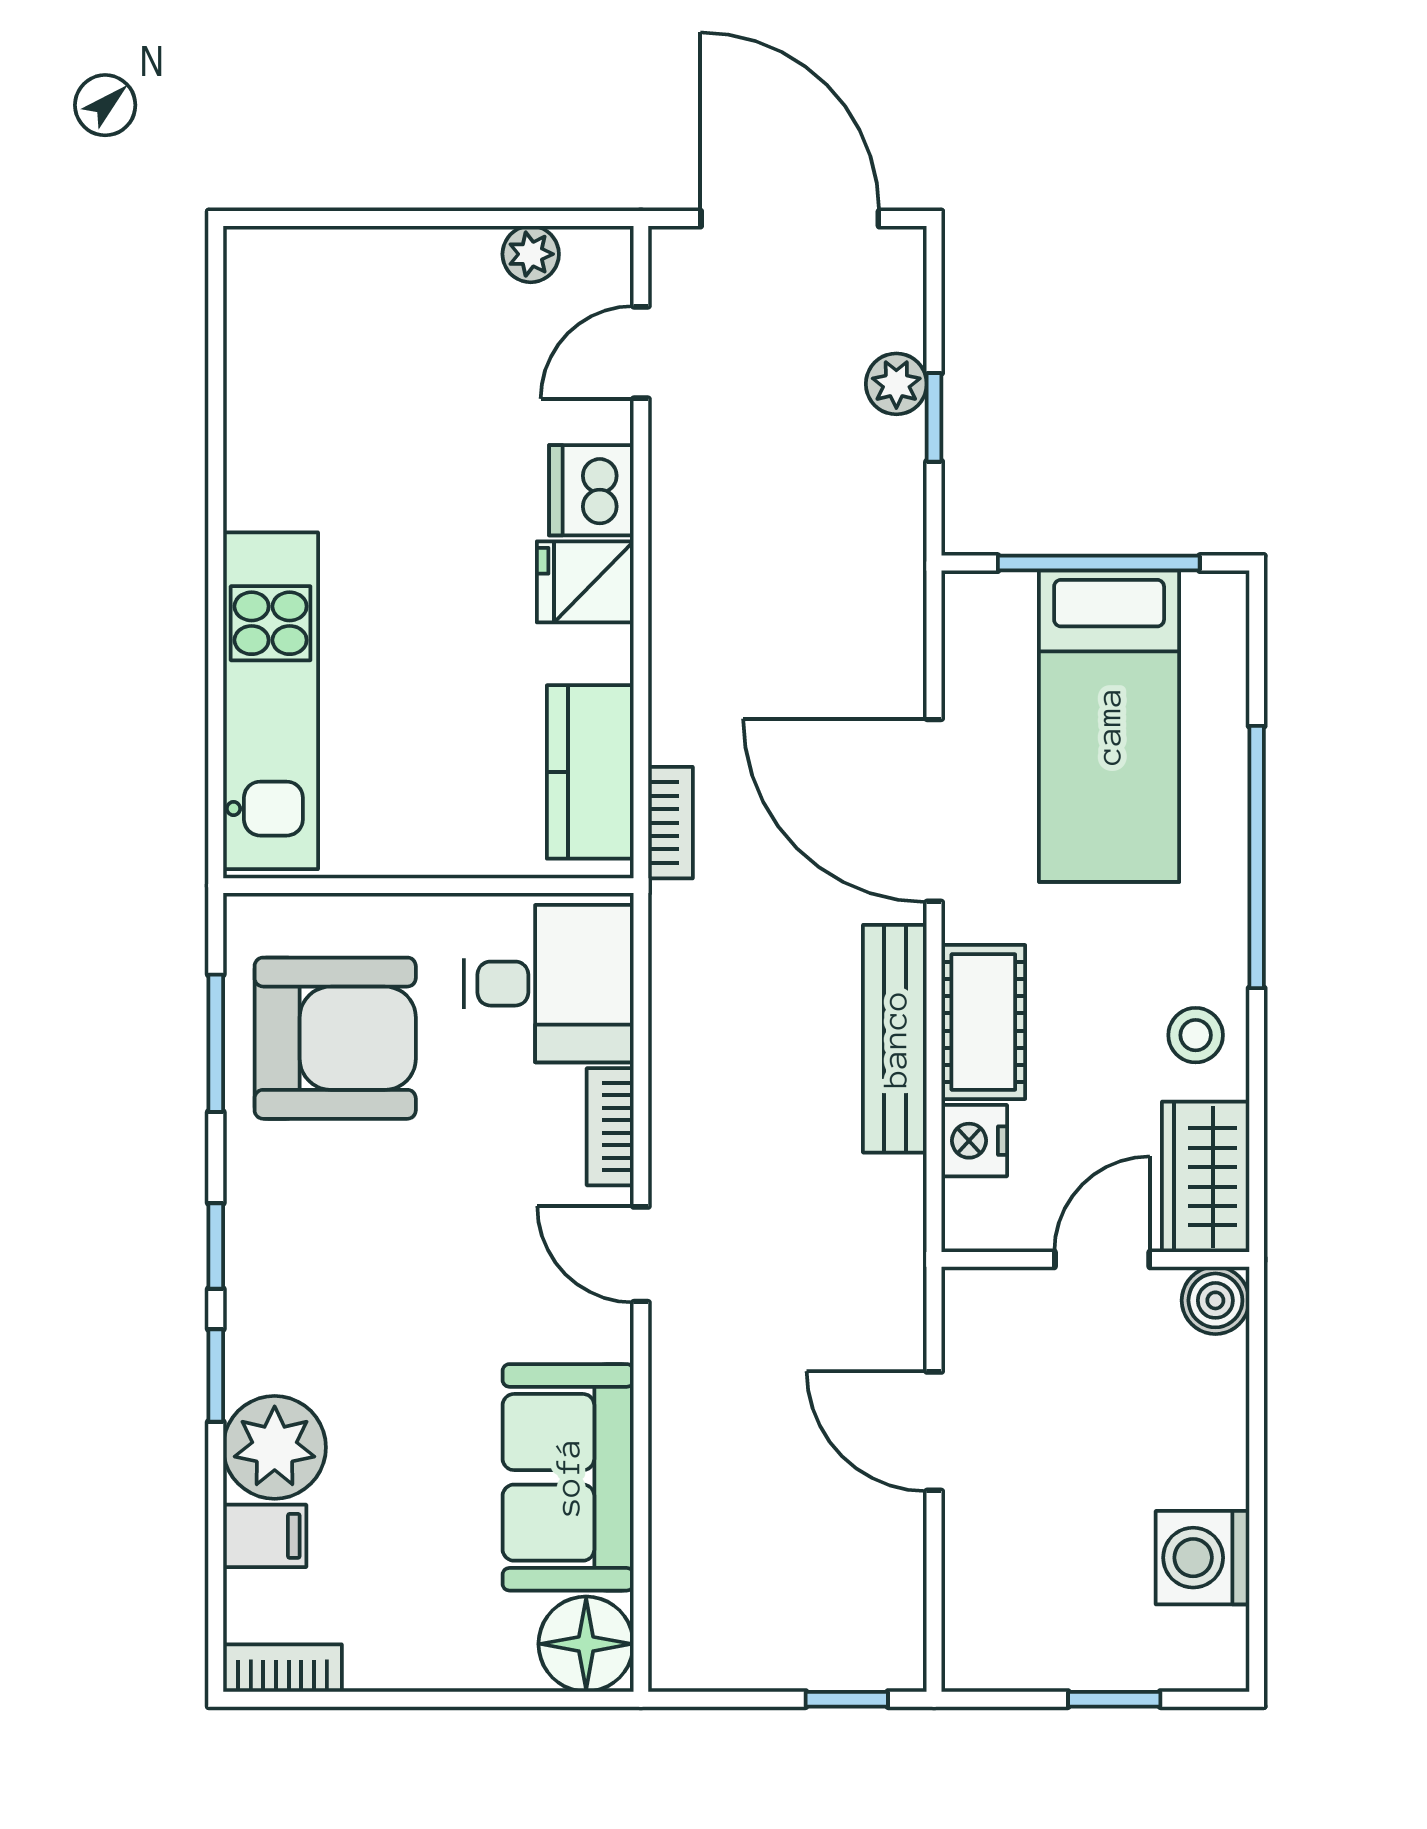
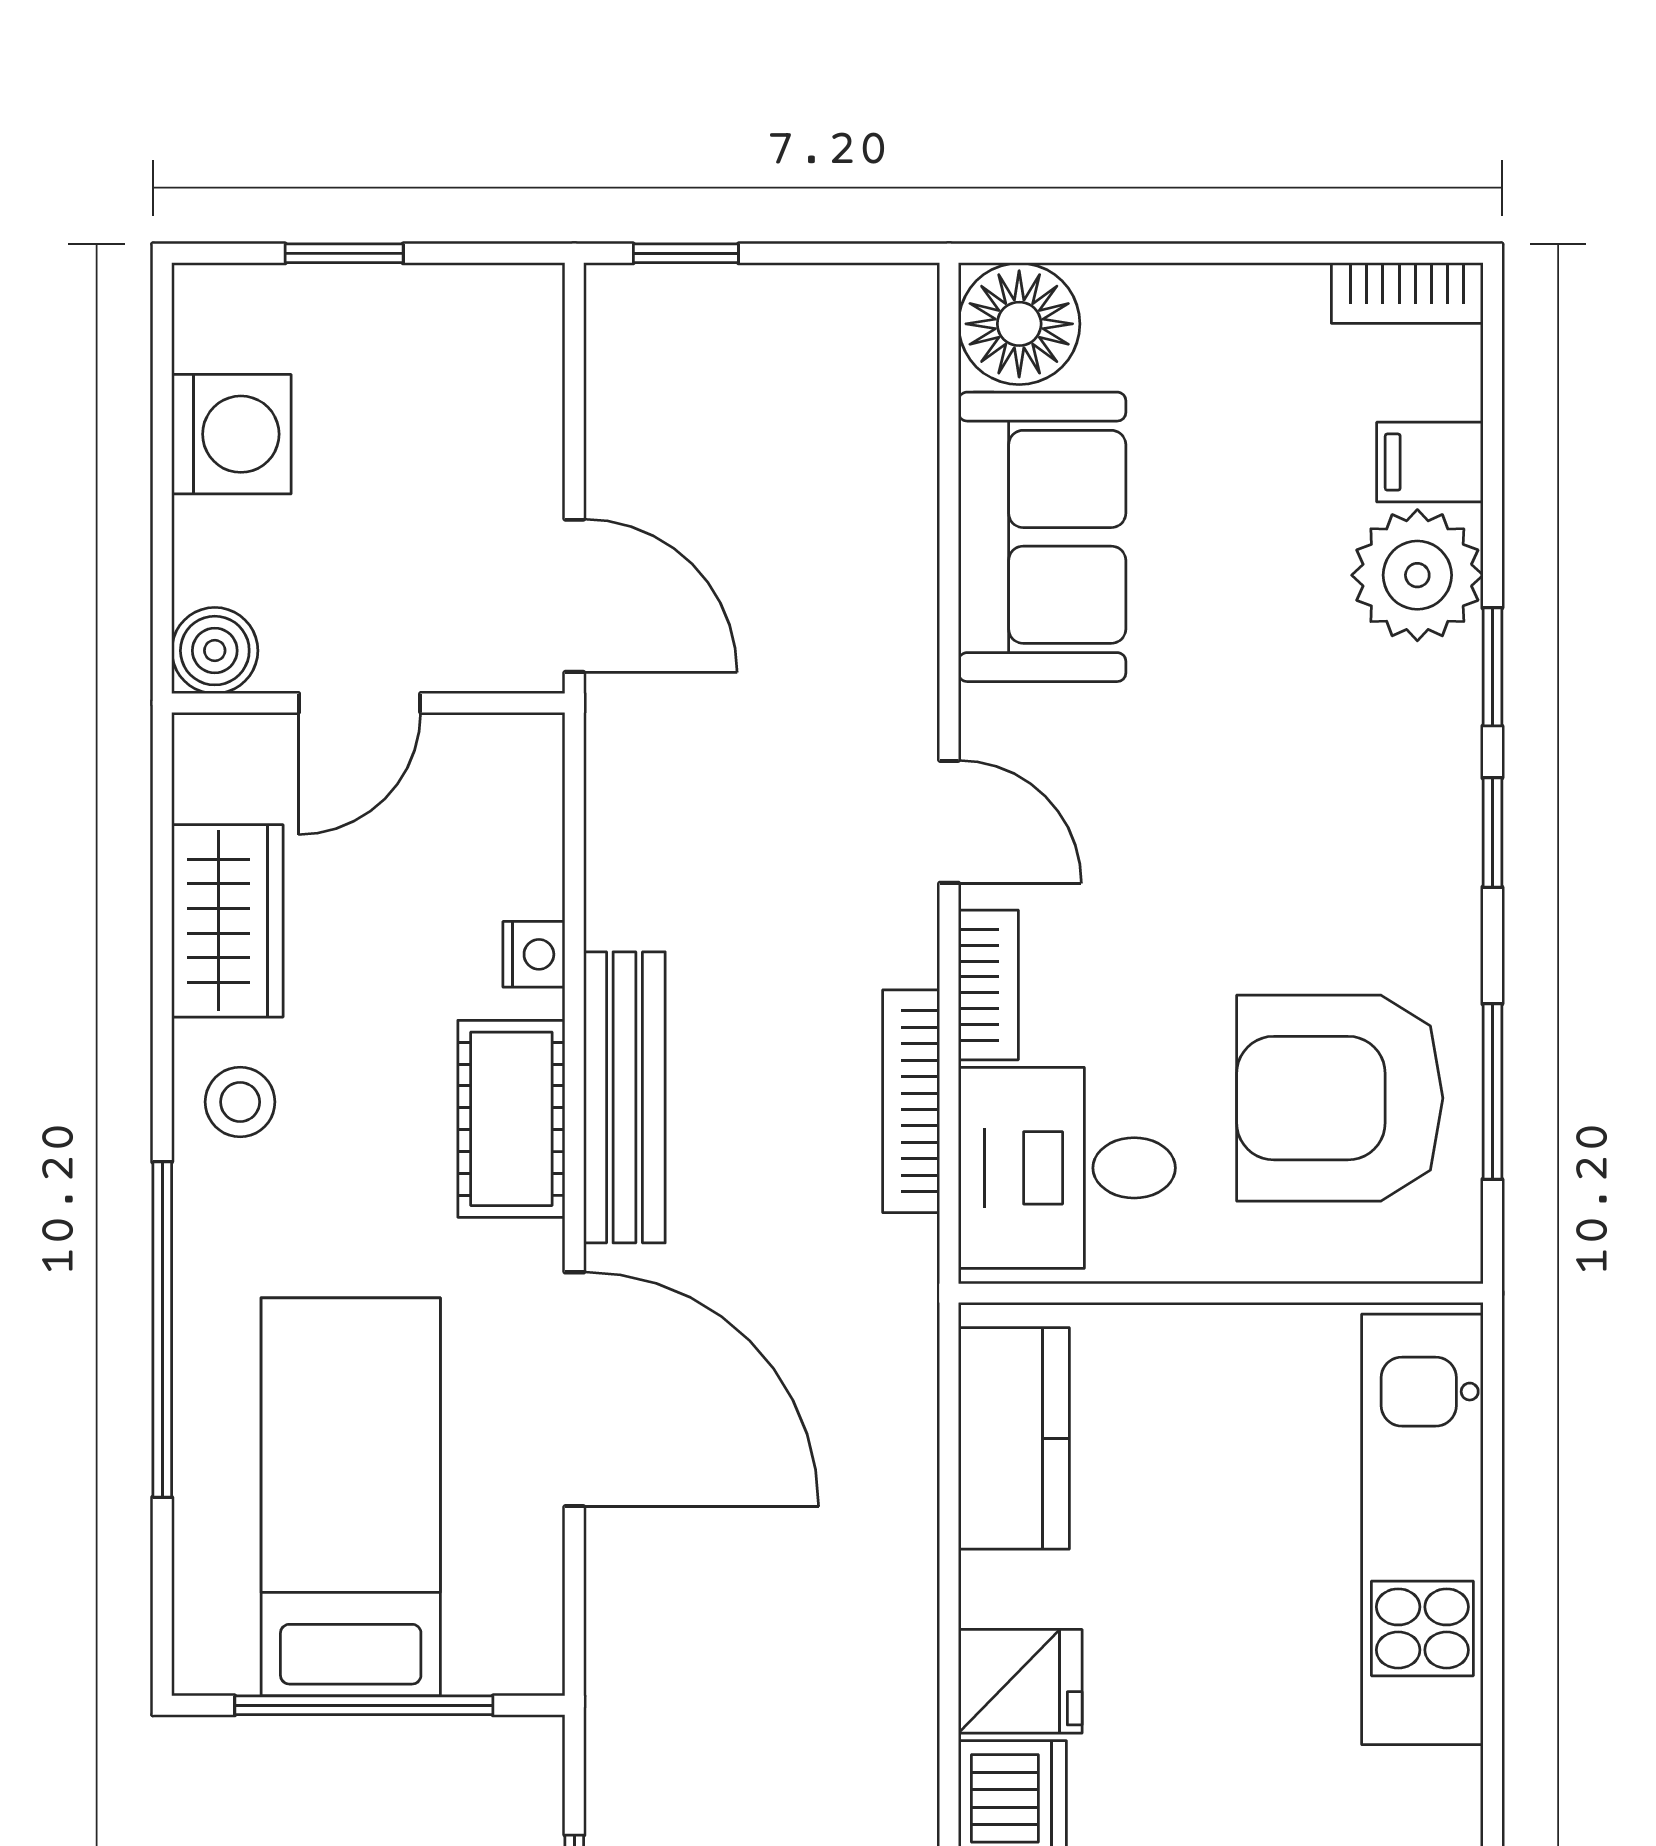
bookcase: (671, 823) -> (911, 1101), moved, width x1.56
nightstand: (974, 1141) -> (534, 954), width x0.72, depth x0.74
wall: (1095, 1259) -> (368, 703), moved
door: (1102, 1259) -> (360, 703), moved
boiler: (1215, 1300) -> (215, 651), moved

